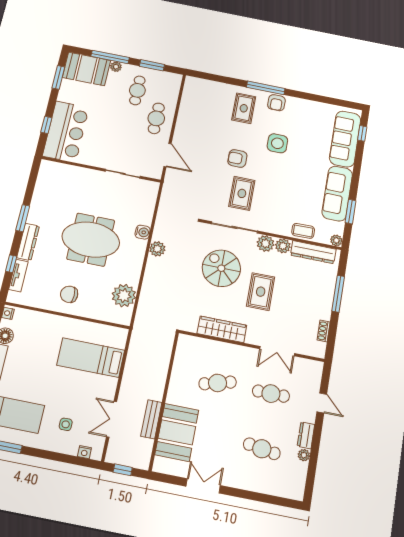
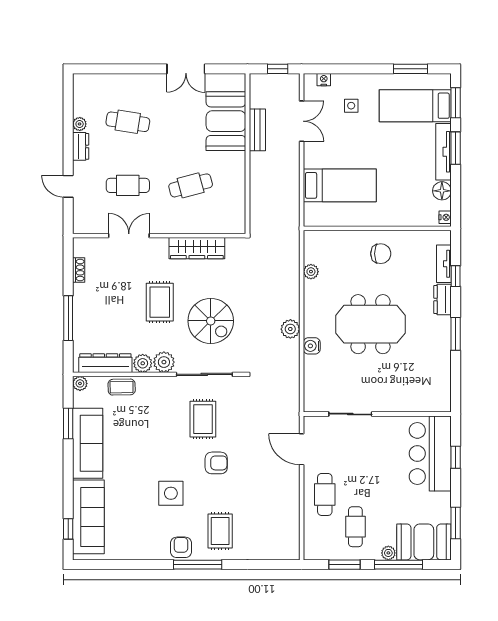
dresser: (28, 242) -> (443, 300), width x0.70
plant: (124, 296) -> (311, 272), width x0.53, depth x0.53

